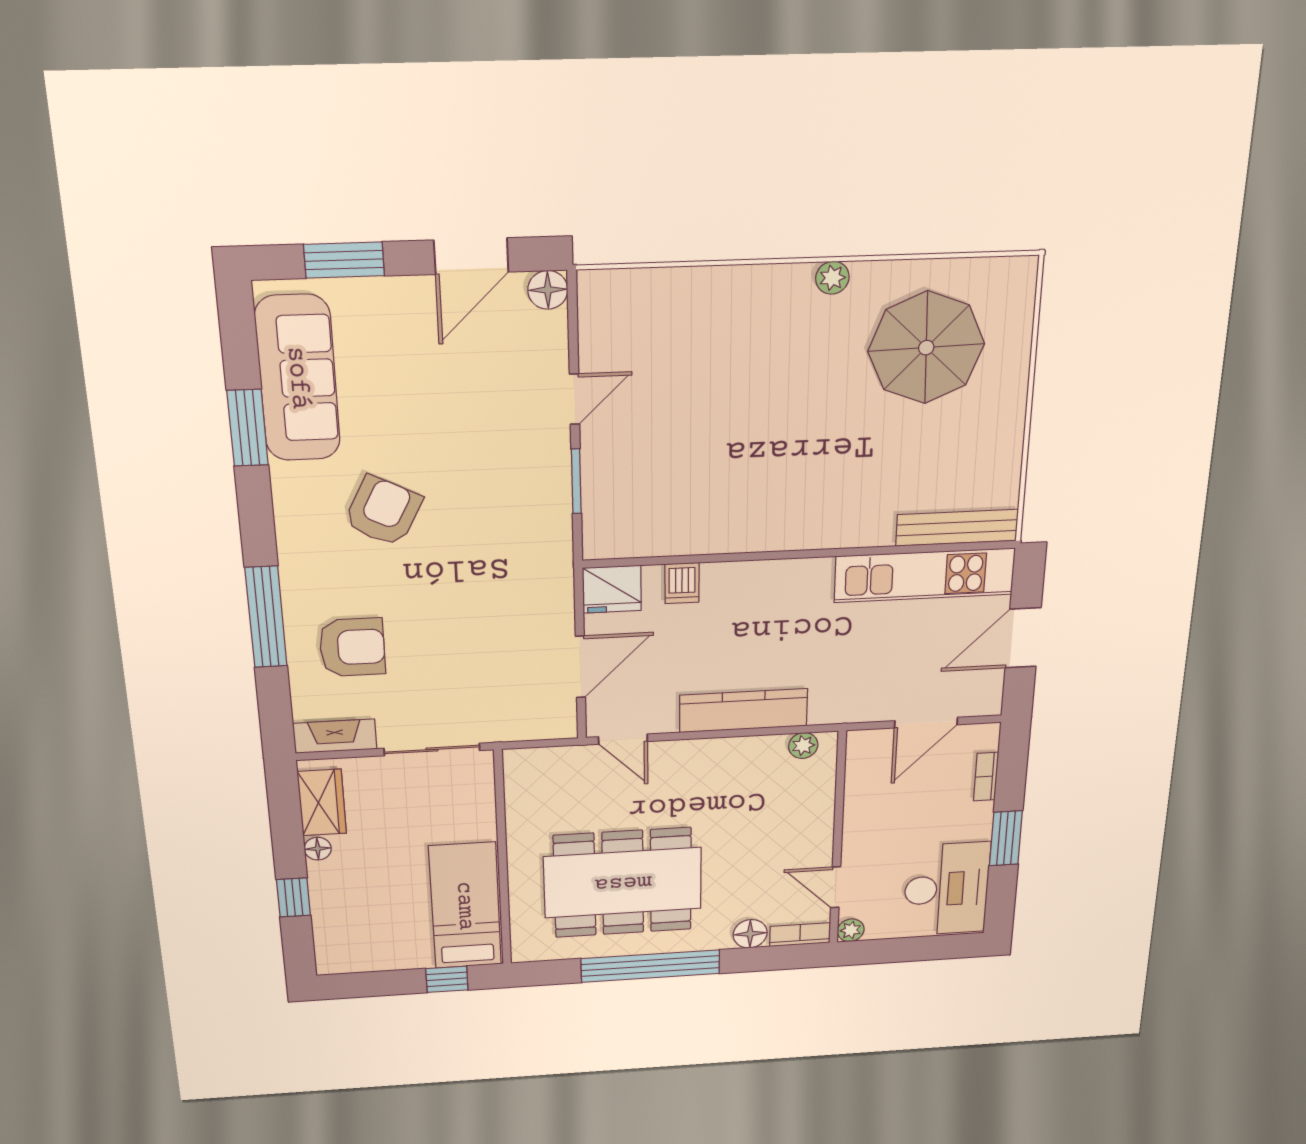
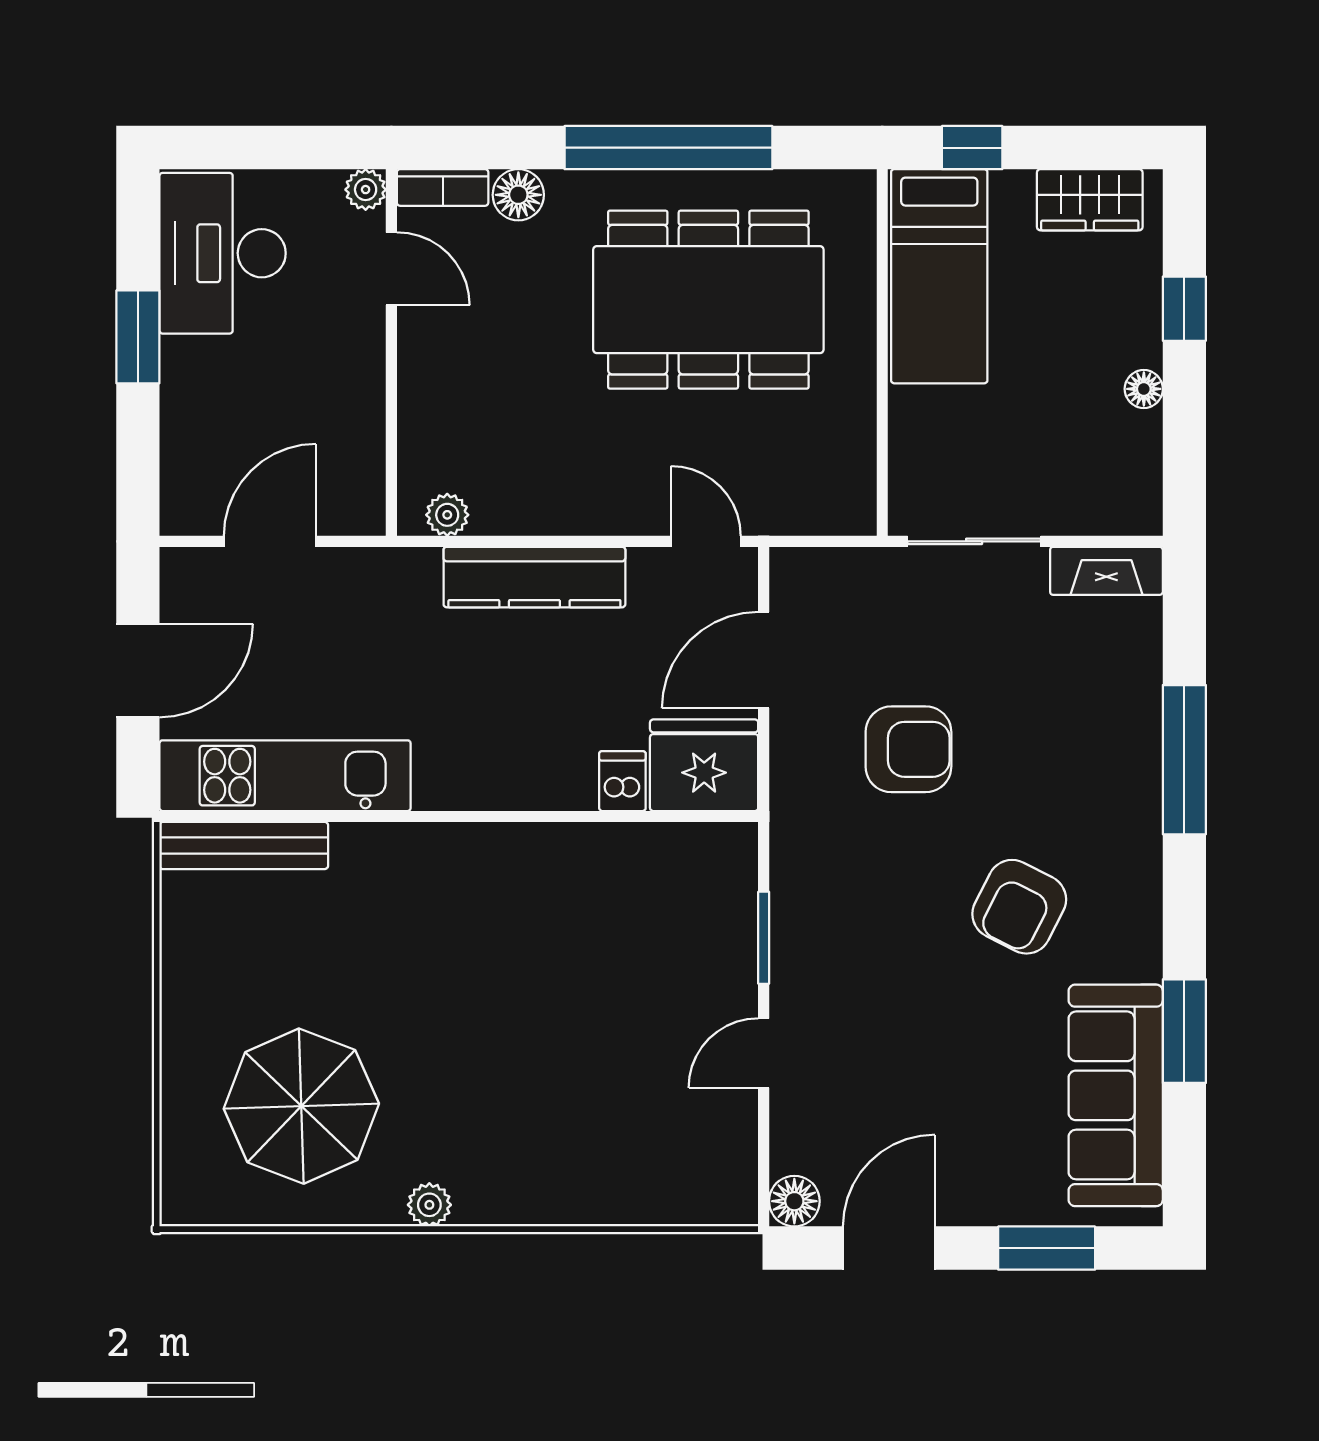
fridge: (612, 589) -> (704, 765), width x1.36, depth x1.34
armchair: (352, 647) -> (908, 749), moved, turned 180
bookcase: (986, 777) -> (175, 446), removed
wardrobe: (322, 802) -> (1090, 200), moved, turned -90

